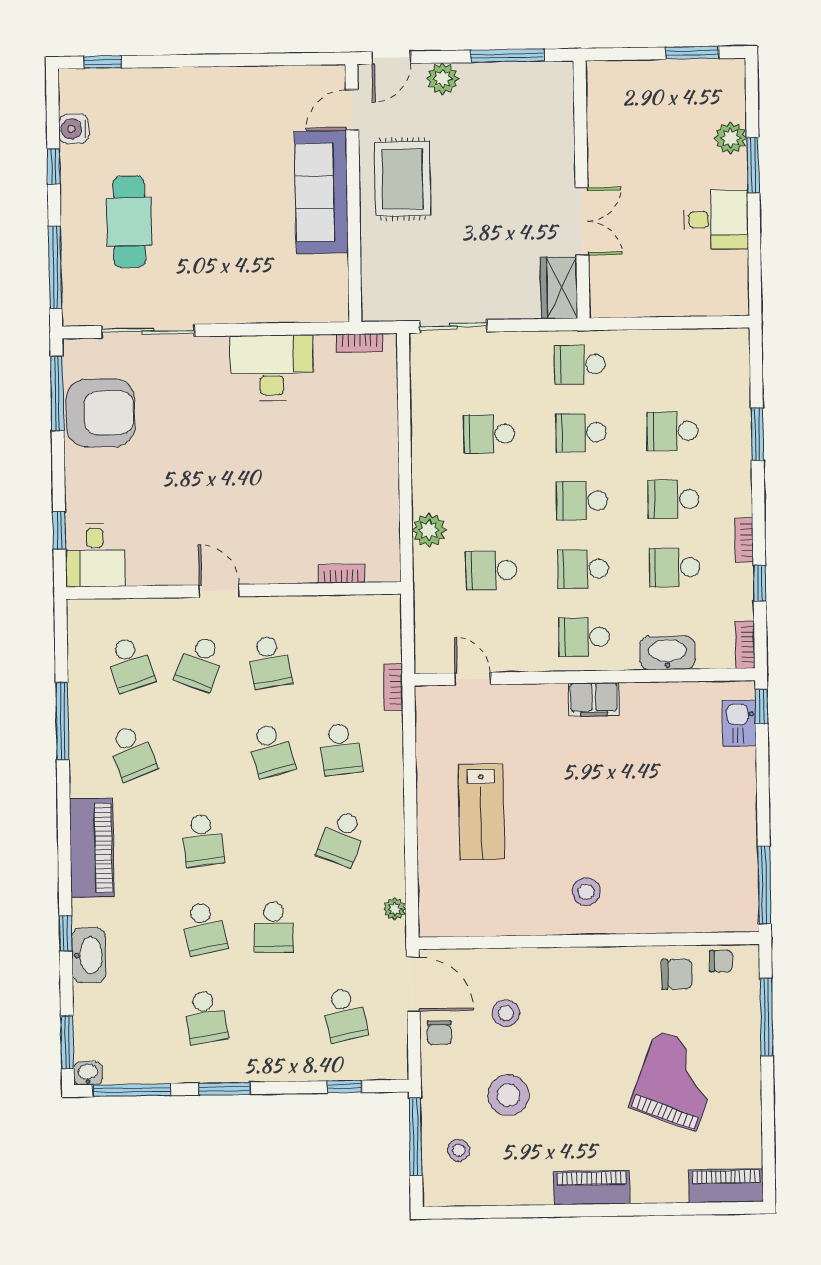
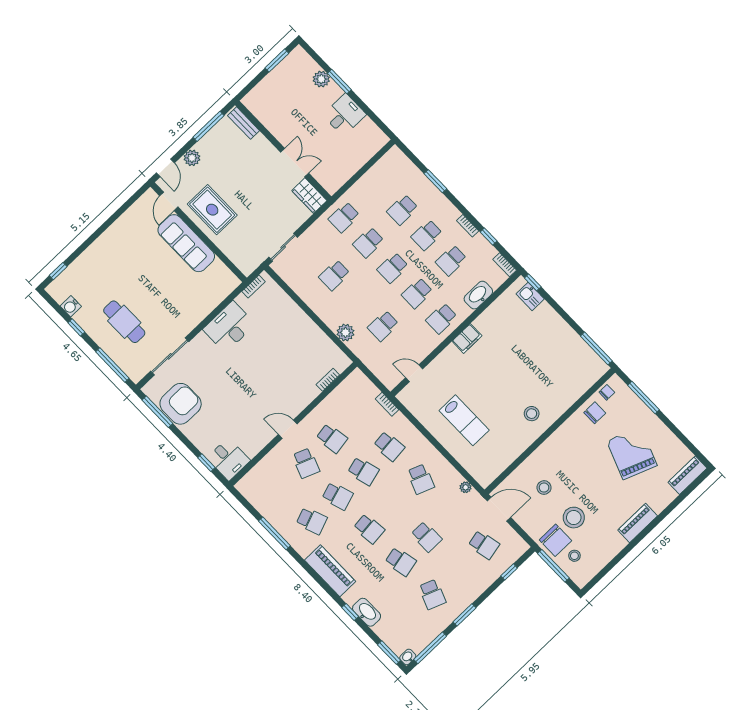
bench: (562, 98) -> (244, 123), added
school desk: (130, 664) -> (337, 496), moved
school desk: (206, 1017) -> (432, 594), turned 30
chair: (439, 1033) -> (555, 540), moved, width x1.87, depth x1.87

